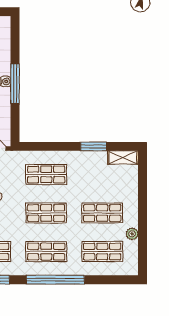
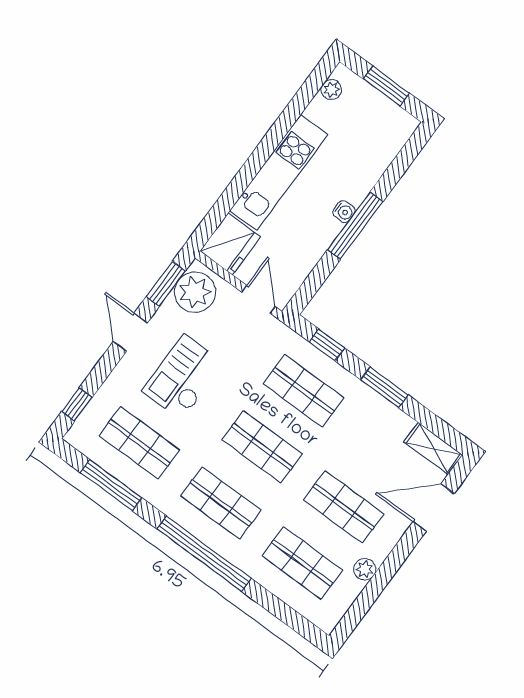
window: (42, 146) -> (327, 345), added
window: (94, 146) -> (384, 387), moved
door: (142, 184) -> (434, 508), added

